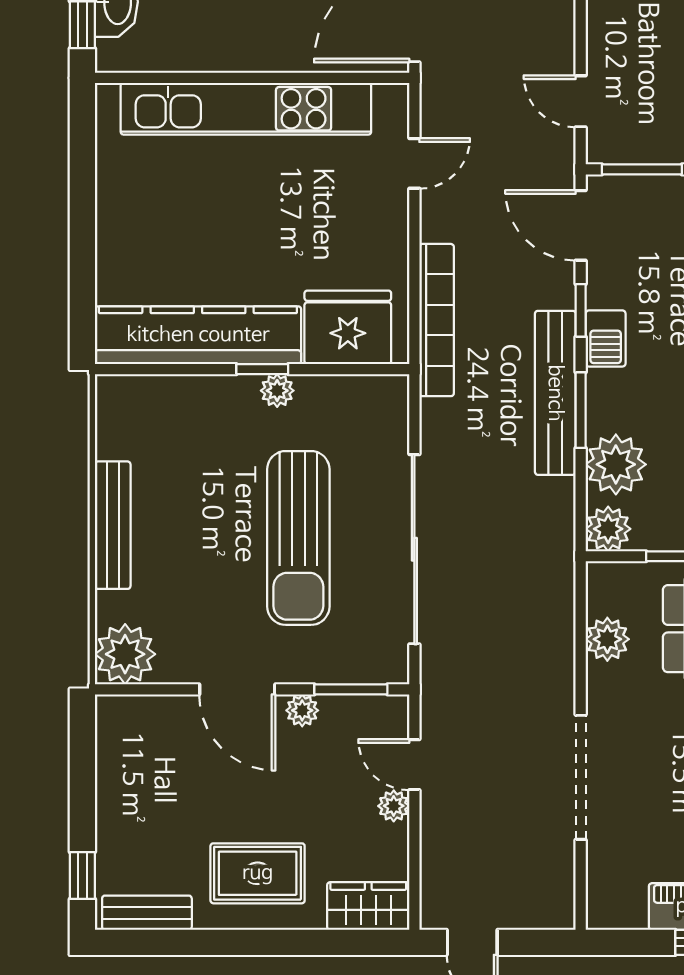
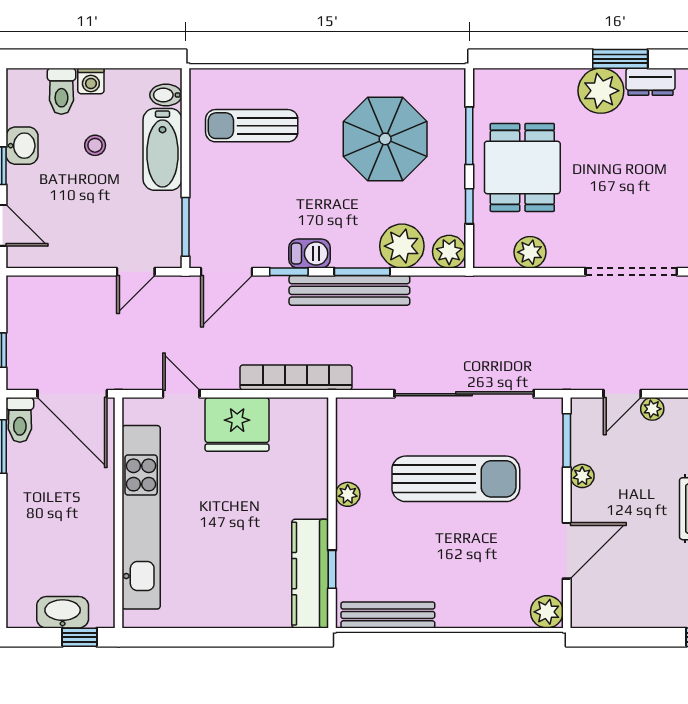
fridge: (348, 327) -> (237, 424), moved, turned -90
kitchen counter: (198, 335) -> (310, 574), width x0.72, depth x0.86
window: (262, 369) -> (332, 569), moved
bench: (113, 525) -> (388, 615), moved
plant: (125, 654) -> (547, 612), width x0.73, depth x0.73
door: (237, 689) -> (567, 551), moved

